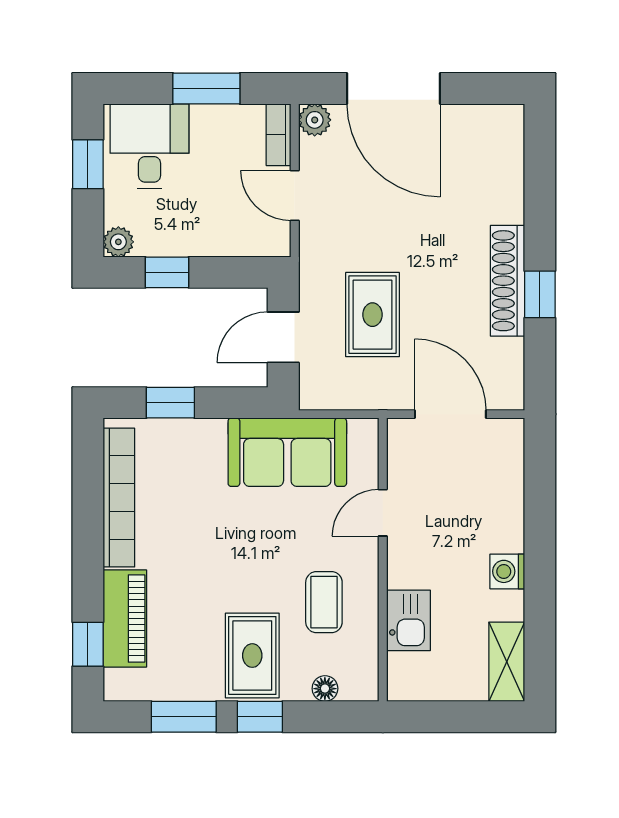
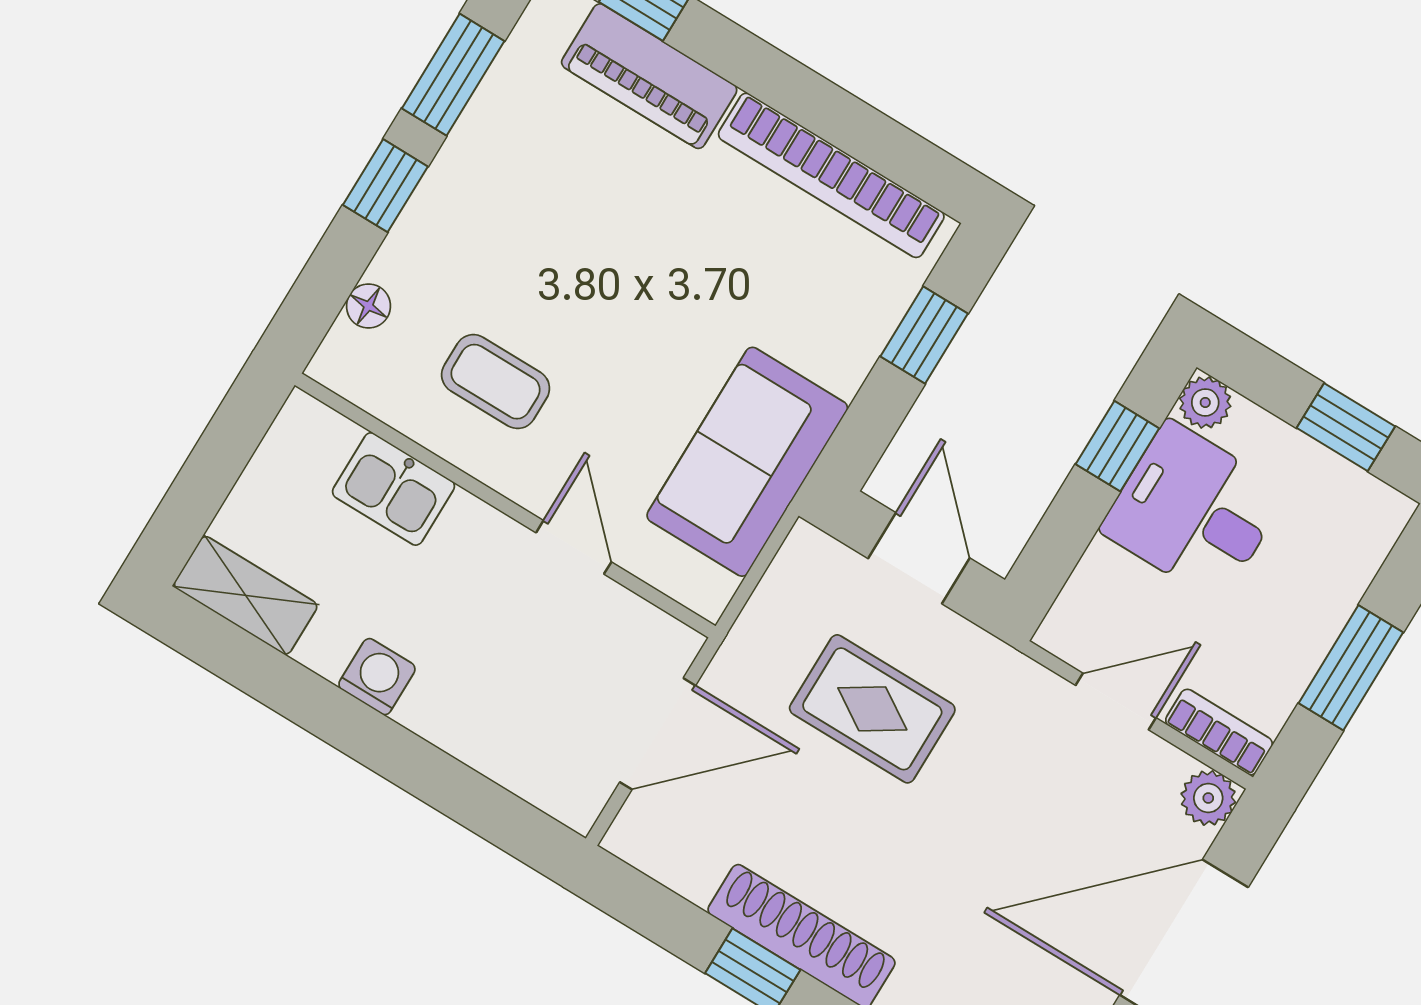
desk: (150, 146) -> (1194, 511), moved, turned 180
rug: (252, 656) -> (481, 229), removed

